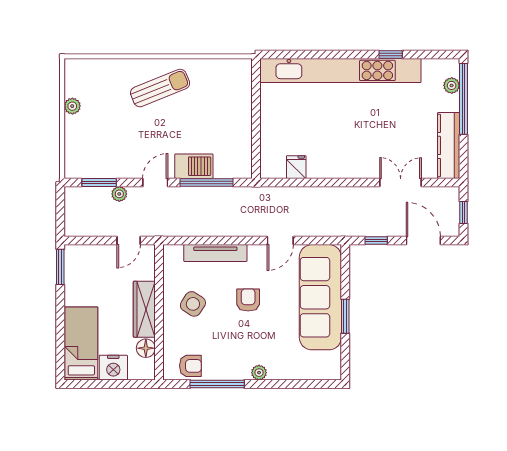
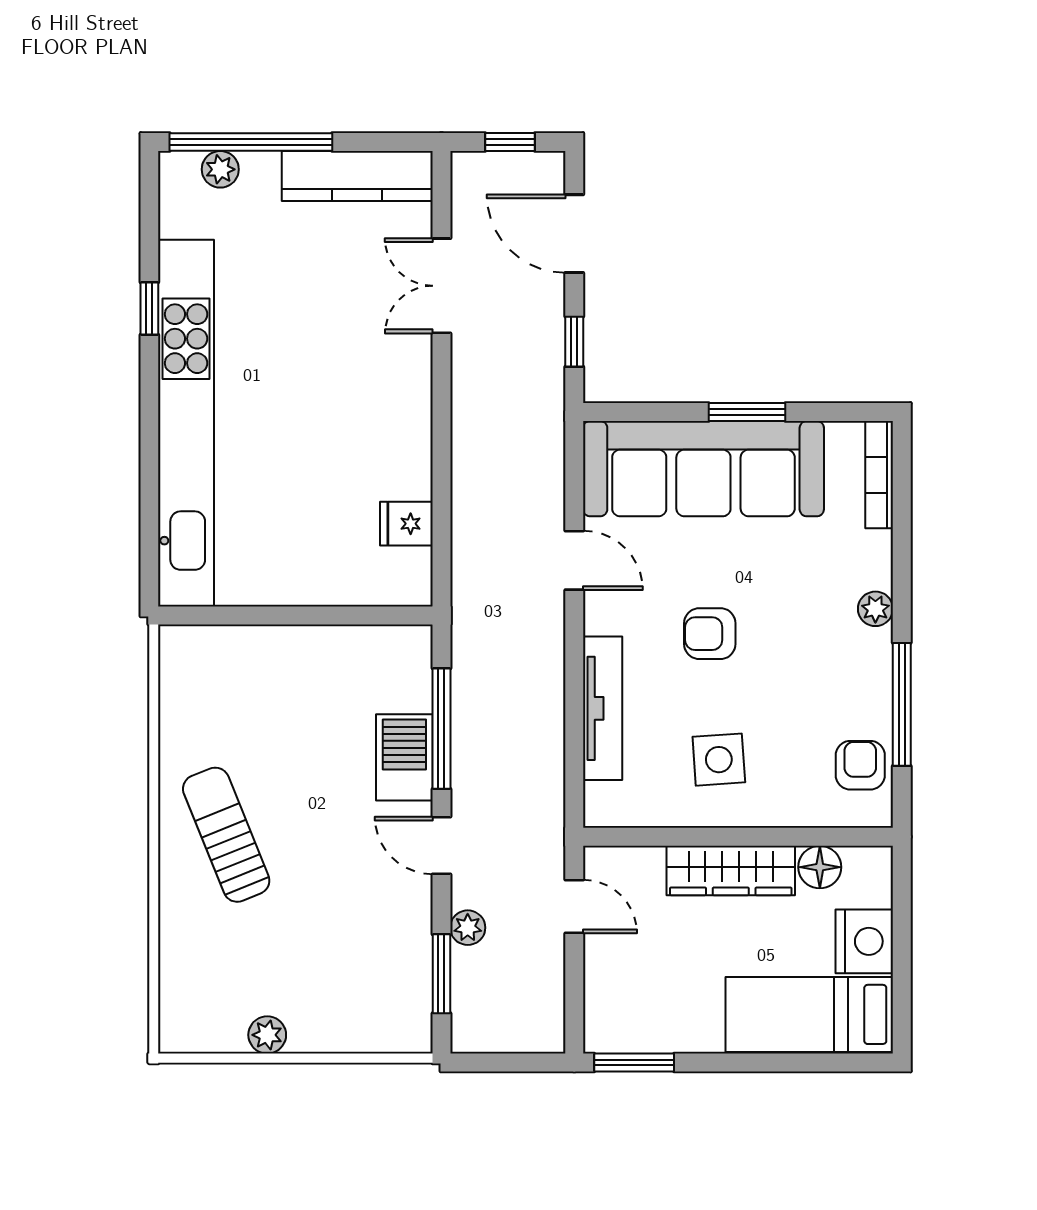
door: (423, 241) -> (574, 234), hinge flipped
side table: (193, 304) -> (719, 760), turned -37
bookcase: (318, 374) -> (879, 475), added

